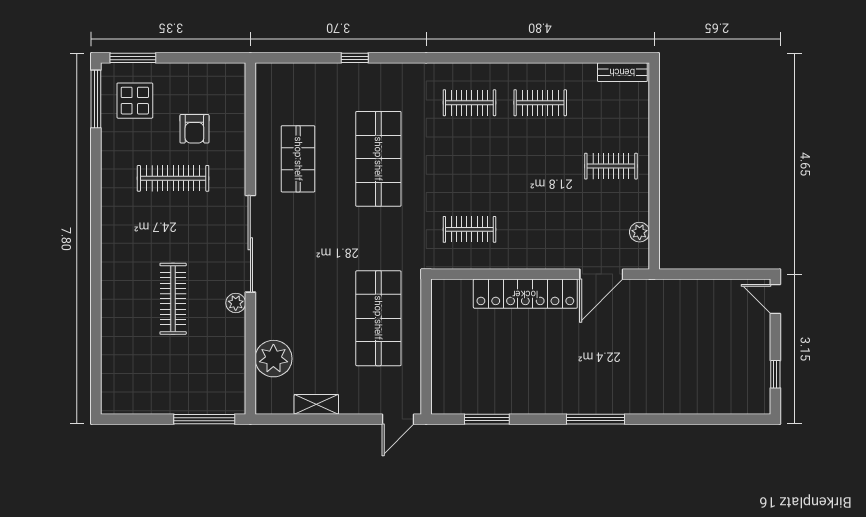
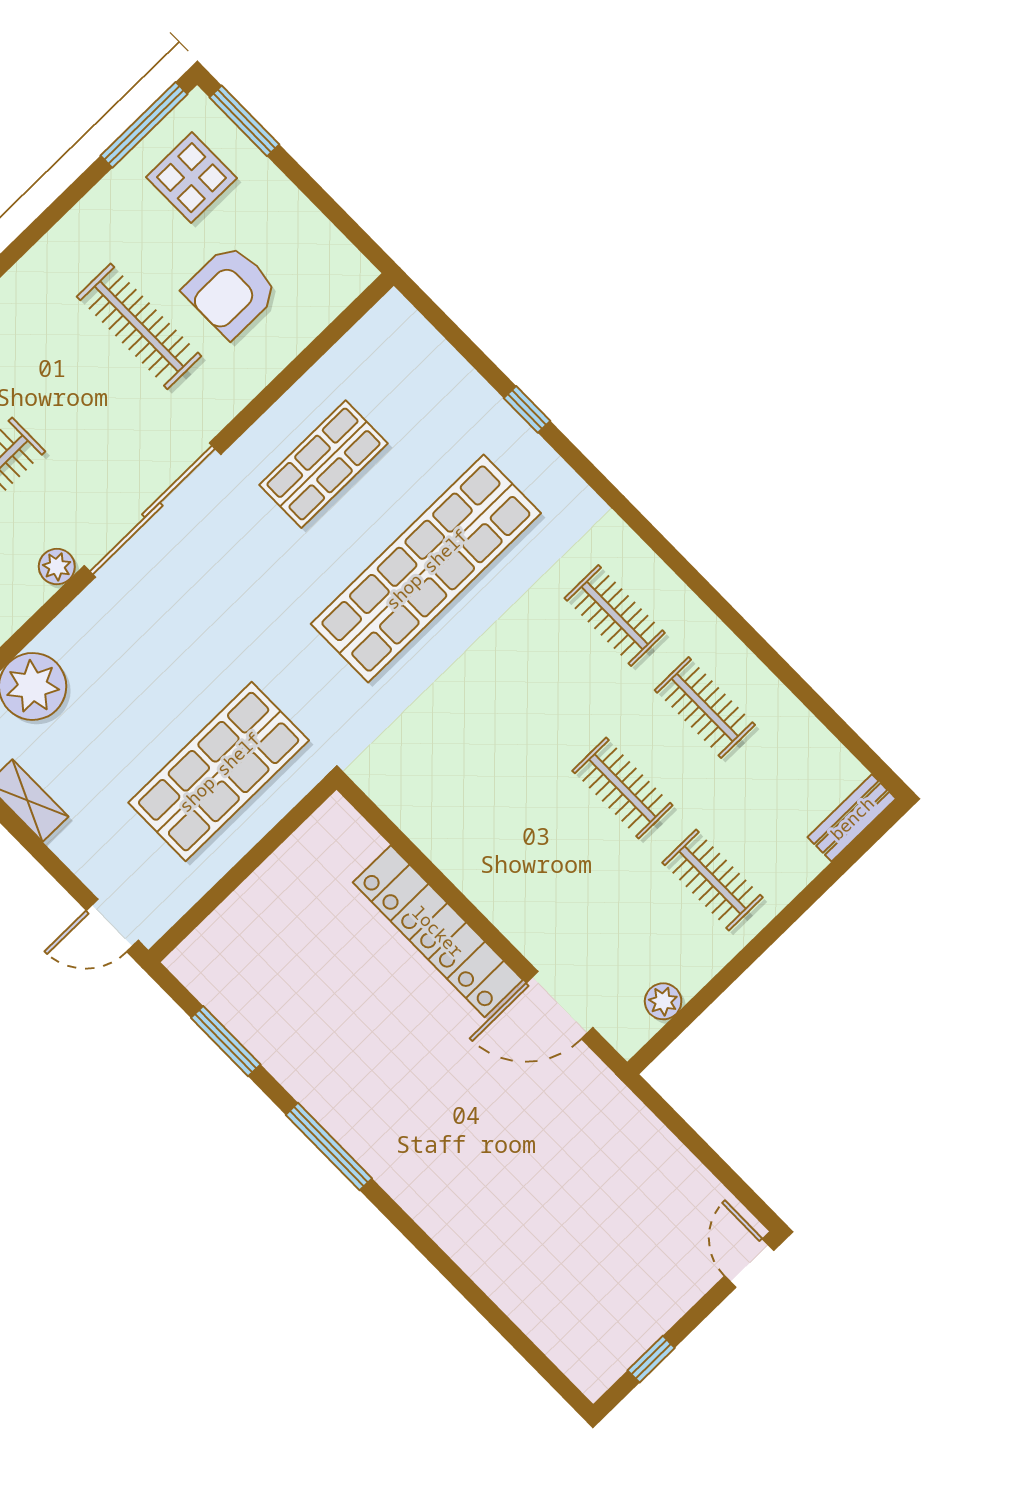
bench: (622, 72) -> (852, 818), moved, turned 90
armchair: (194, 129) -> (231, 291), width x1.38, depth x1.38
shop shelf: (378, 159) -> (426, 569), width x1.40
clothes rail: (469, 229) -> (622, 788), moved
window: (596, 419) -> (329, 1147), moved

